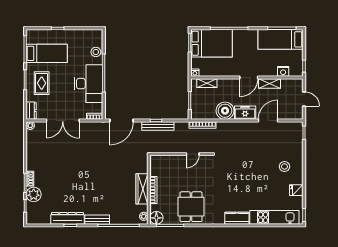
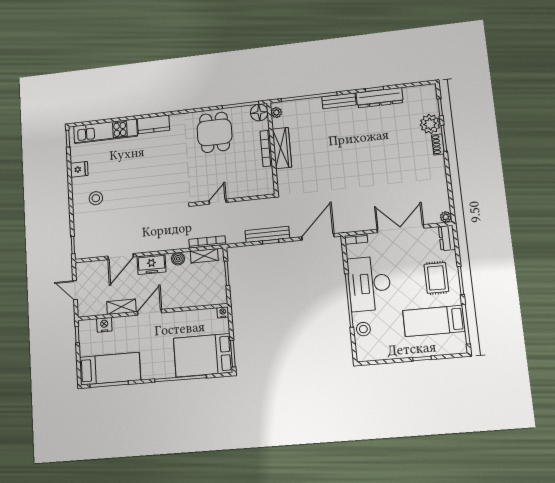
shelving: (207, 83) -> (204, 256), moved
boiler: (225, 111) -> (178, 259), width x0.54, depth x0.54

